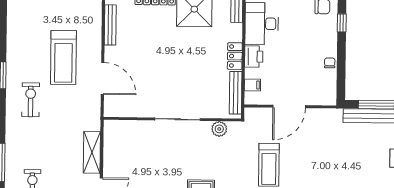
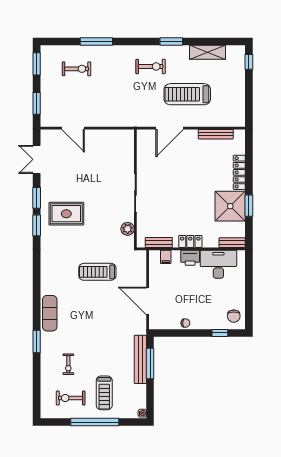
bench: (236, 93) -> (159, 242), width x0.73
door: (289, 106) -> (148, 301), moved
shelving: (92, 152) -> (207, 52), moved

